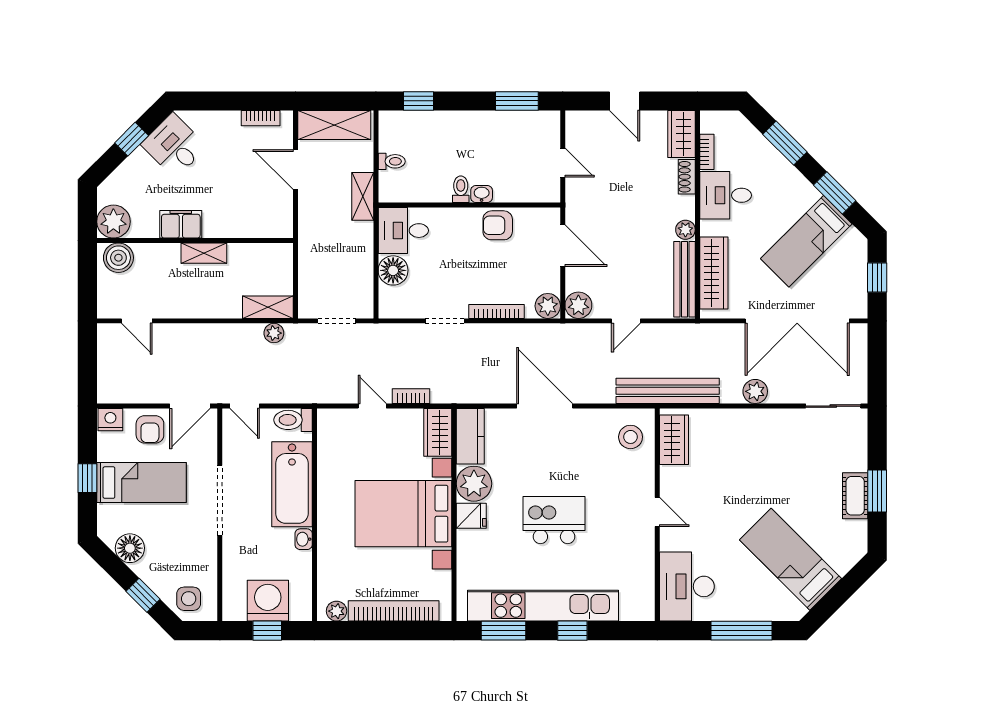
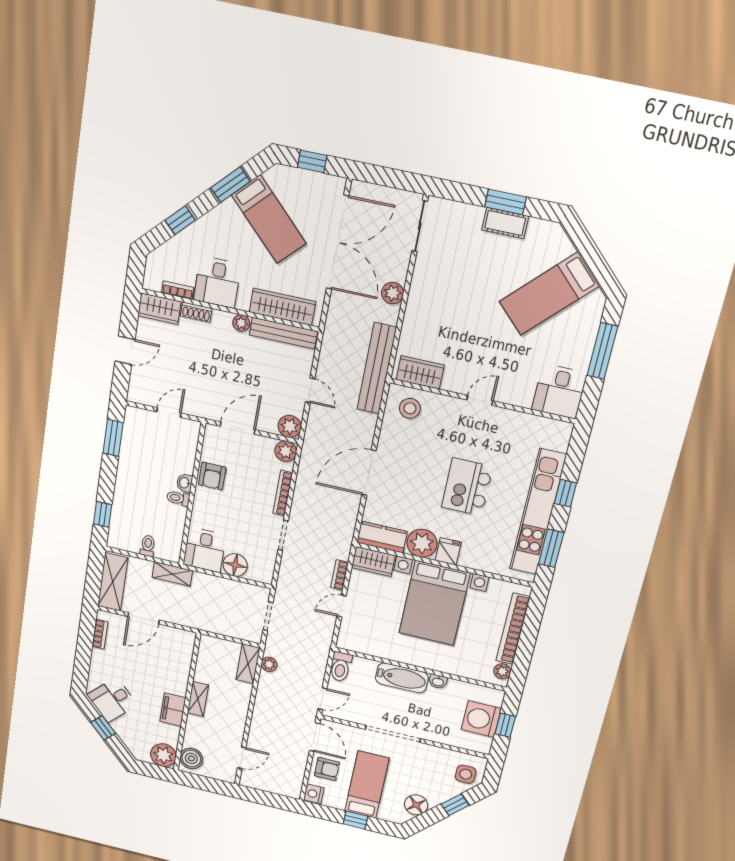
window: (785, 143) -> (180, 220), width x0.67
bathtub: (292, 484) -> (402, 678), width x0.73, depth x0.73
desk: (687, 586) -> (559, 391), width x0.73

